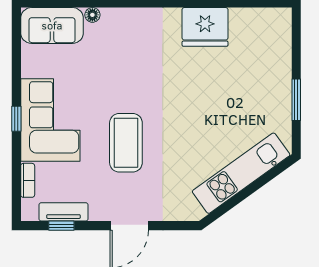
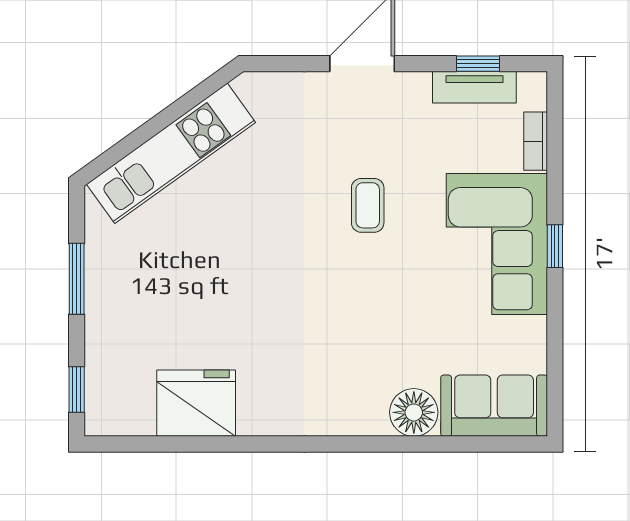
floor lamp: (92, 15) -> (414, 412), width x1.89, depth x1.89
fridge: (205, 27) -> (196, 403), moved
window: (296, 35) -> (77, 390), added
coffee table: (126, 143) -> (368, 205), width x0.54, depth x0.58

